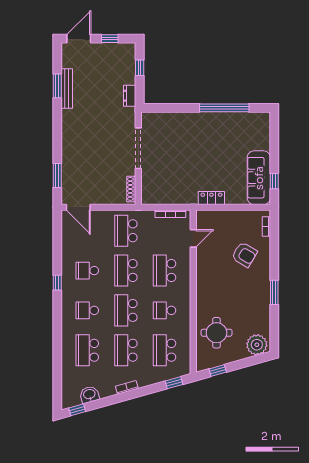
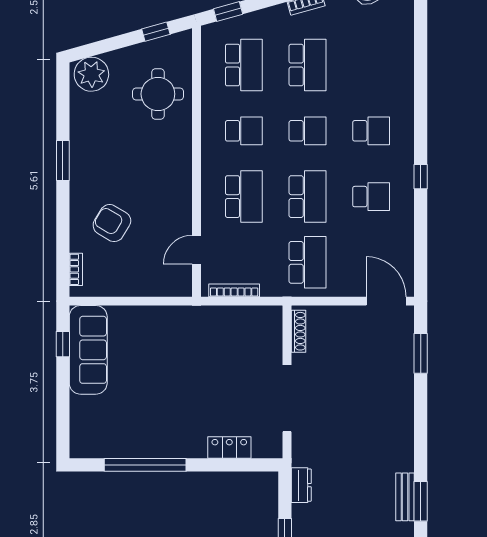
bench: (67, 89) -> (405, 497), width x0.73
locker: (211, 198) -> (229, 448), moved, turned 180
school desk: (126, 310) -> (308, 131), width x0.54
school desk: (87, 350) -> (371, 65), removed

